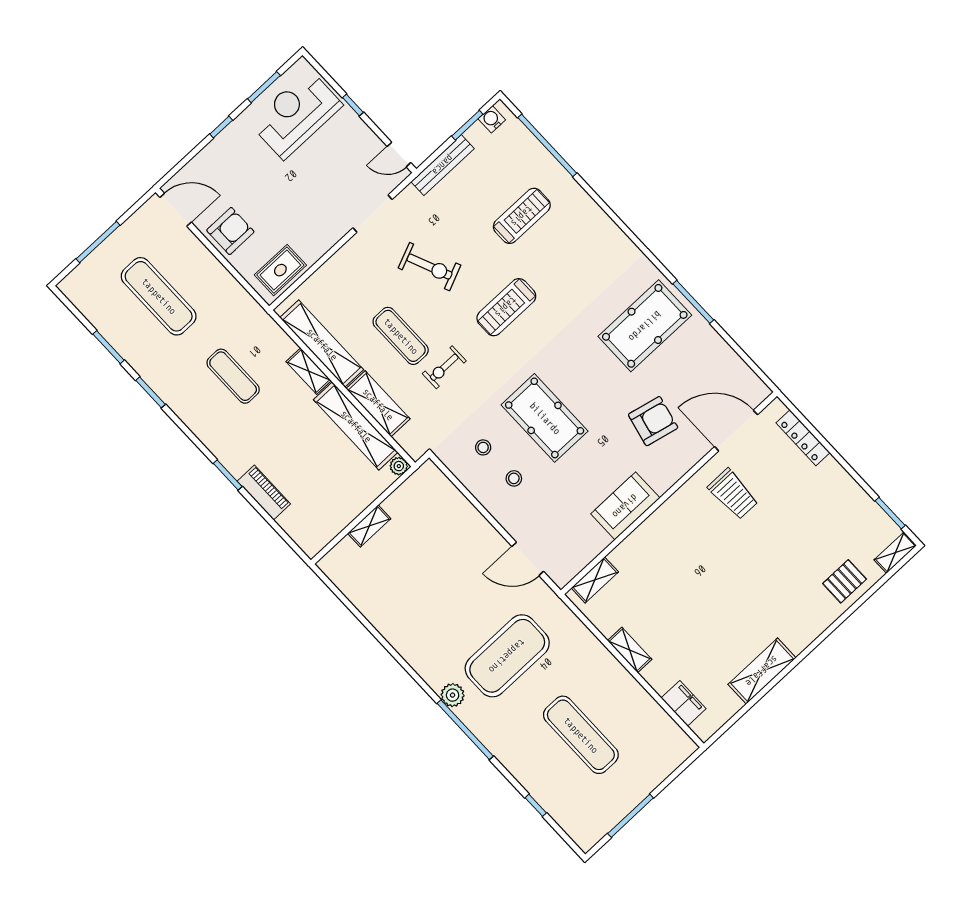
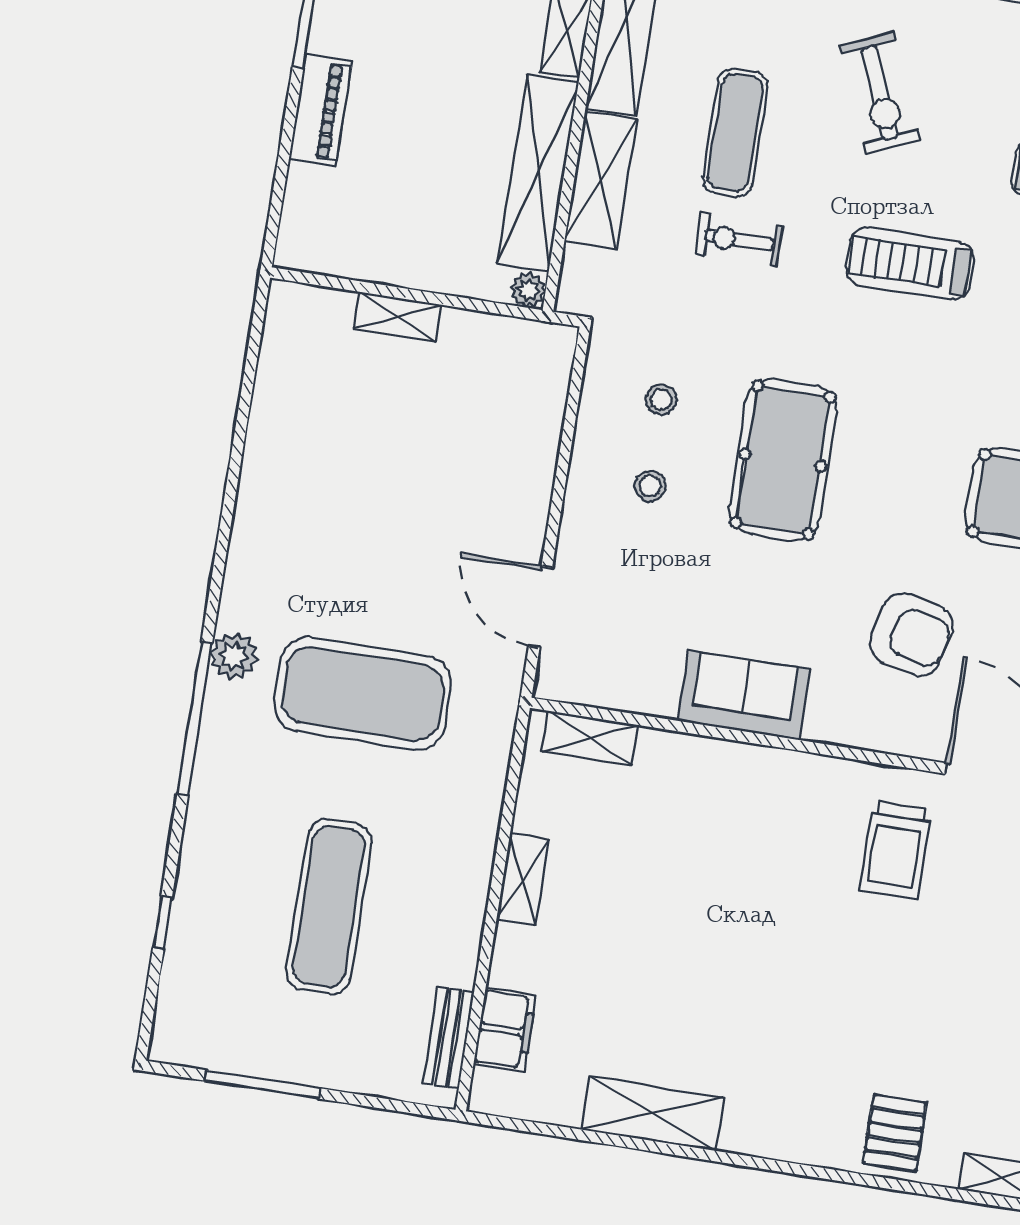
pallet: (845, 581) -> (895, 1133), turned 90
bench: (669, 728) -> (448, 1038), added

